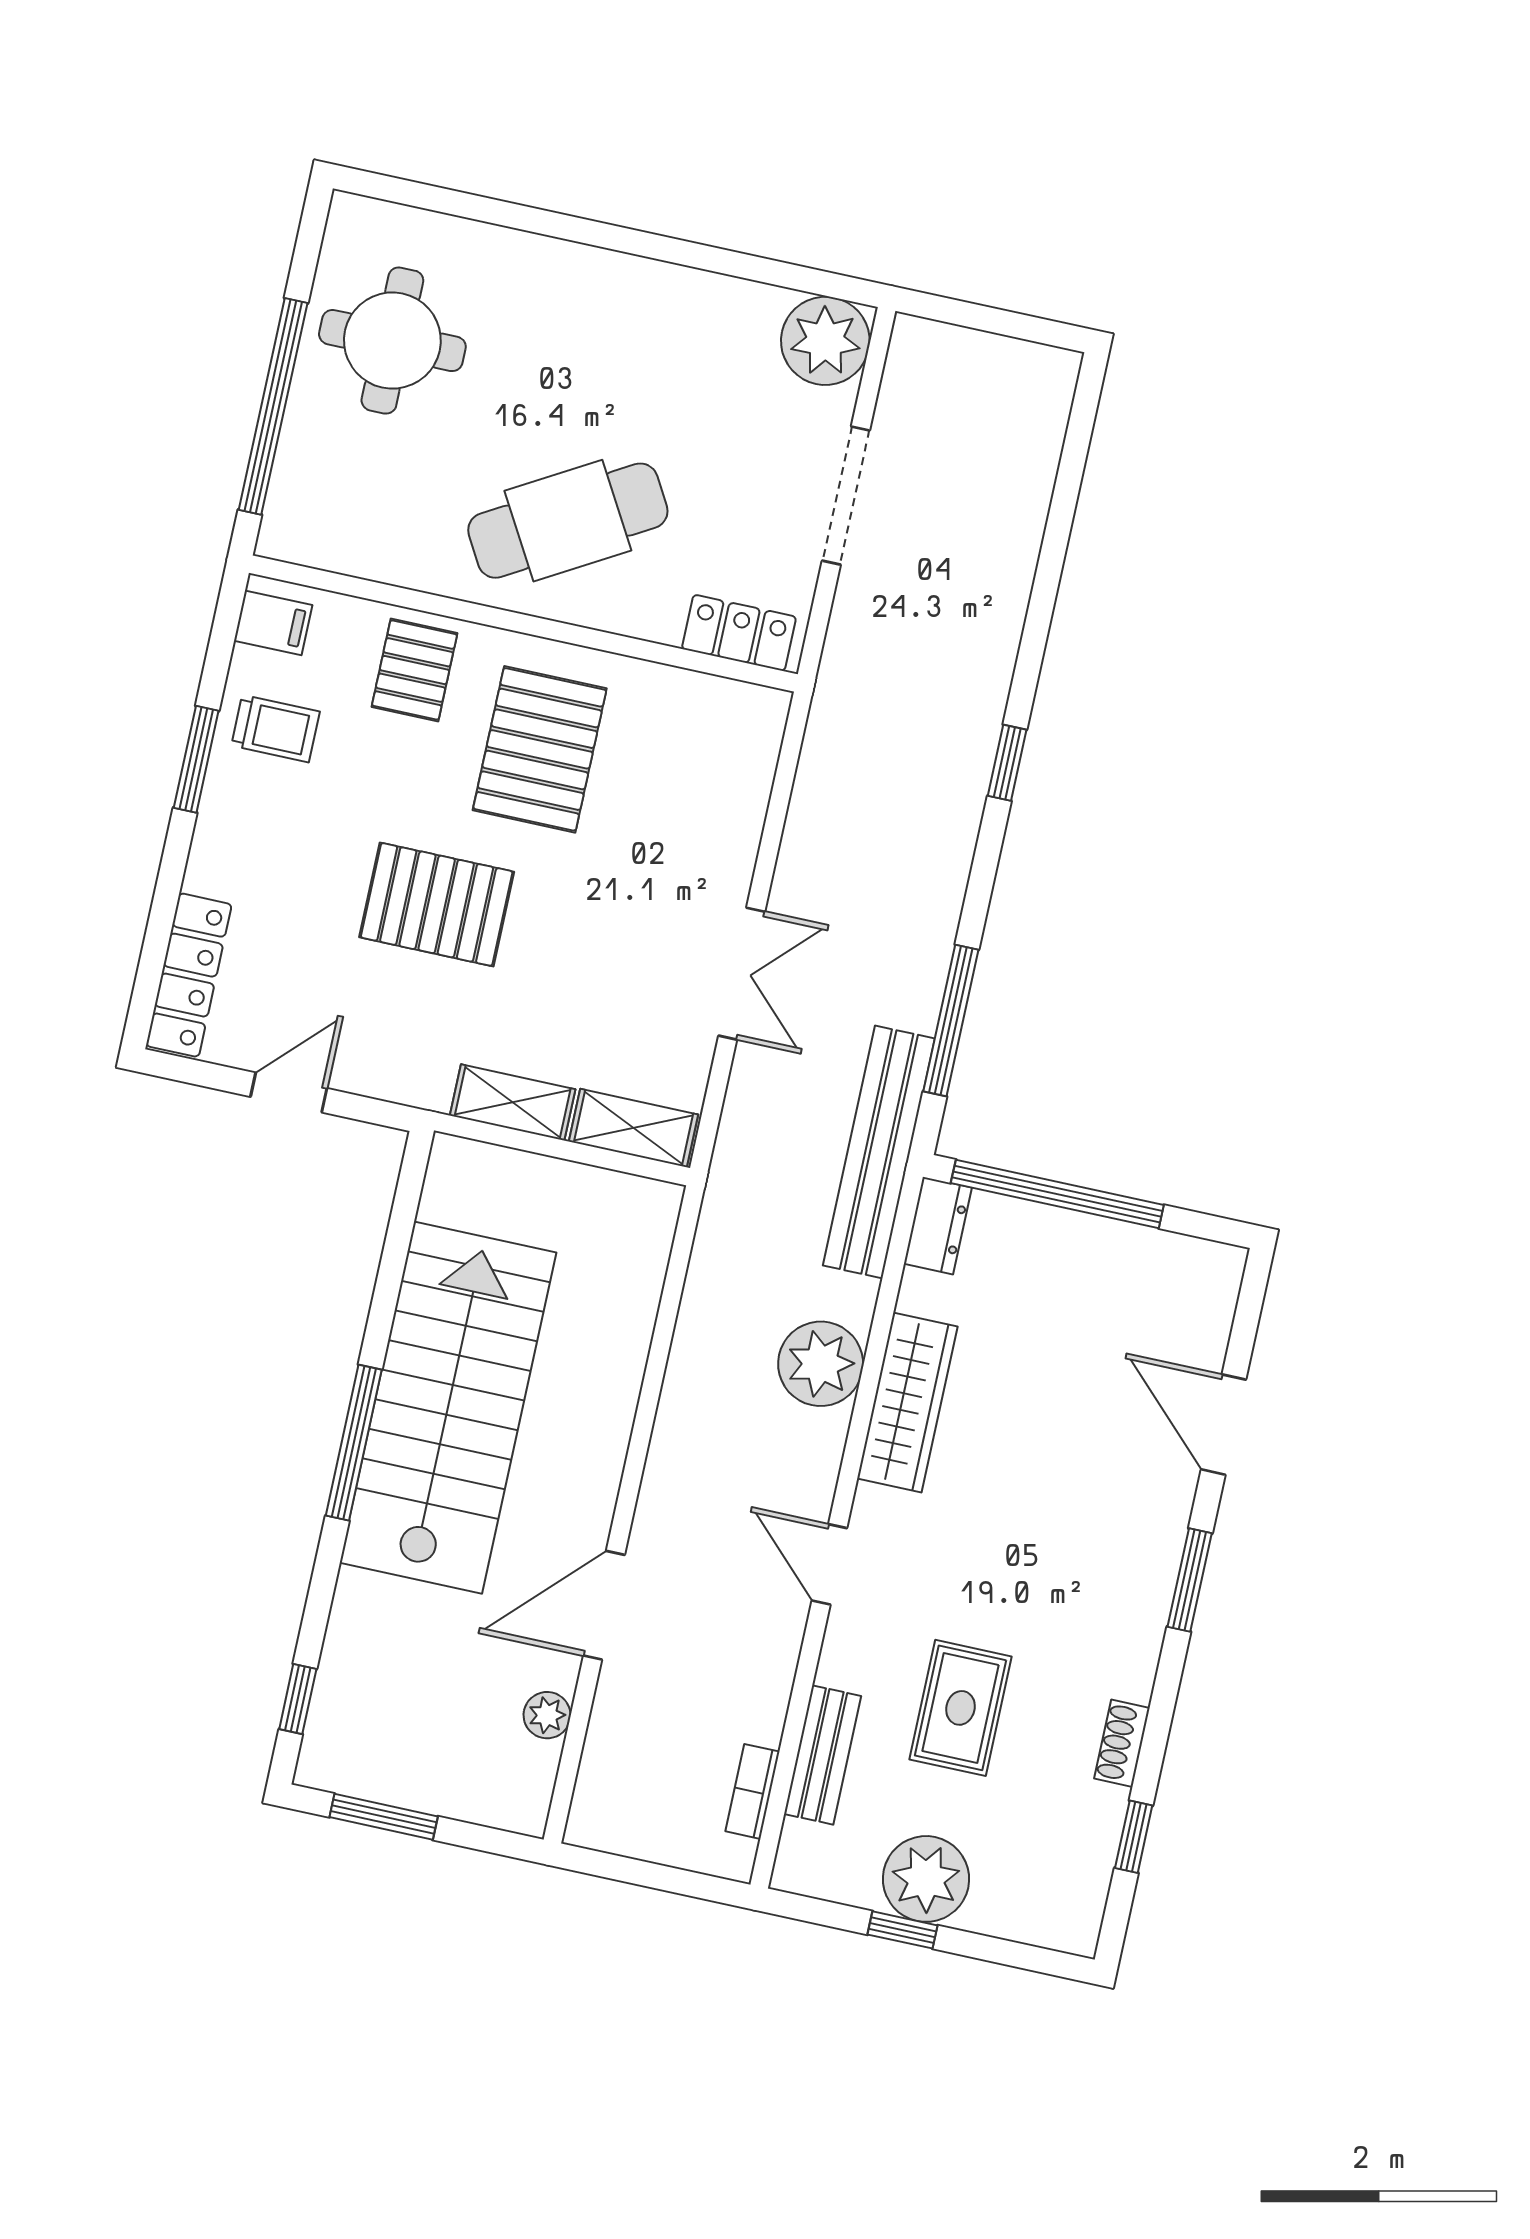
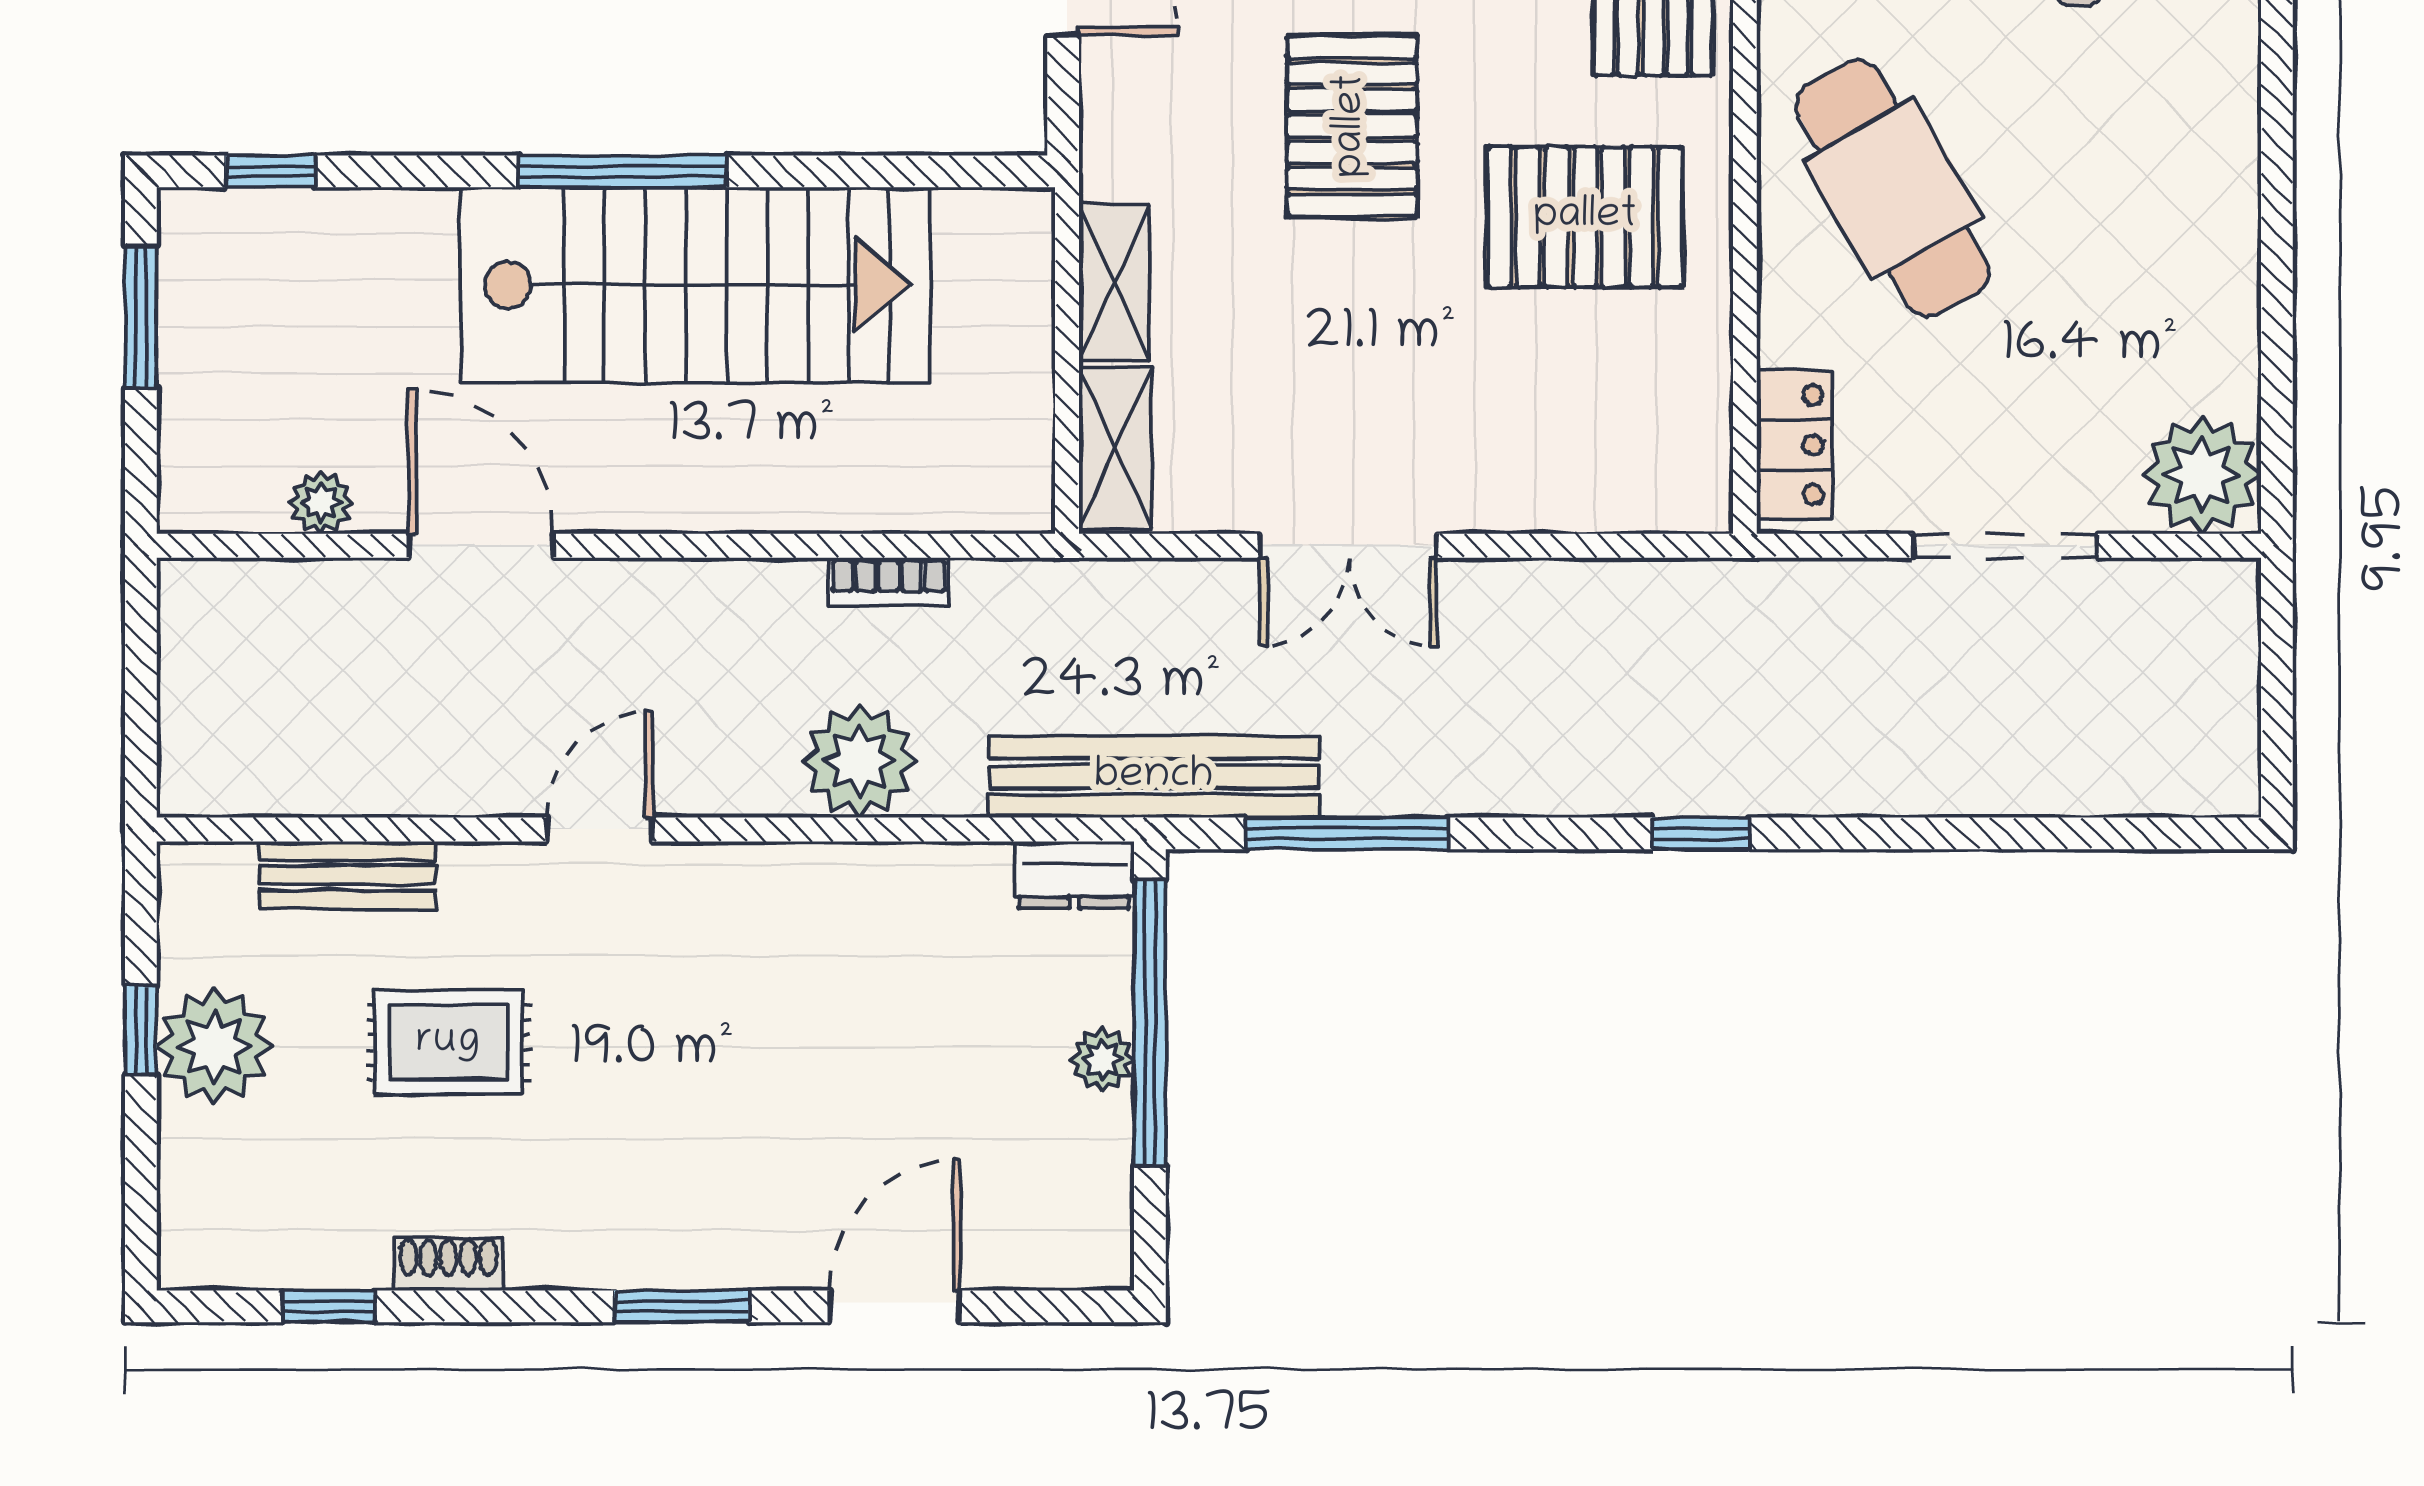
plant: (1077, 1234) -> (1102, 1060), added
wardrobe: (907, 1403) -> (834, 885), removed
bookcase: (752, 1791) -> (889, 582), moved, turned 180

